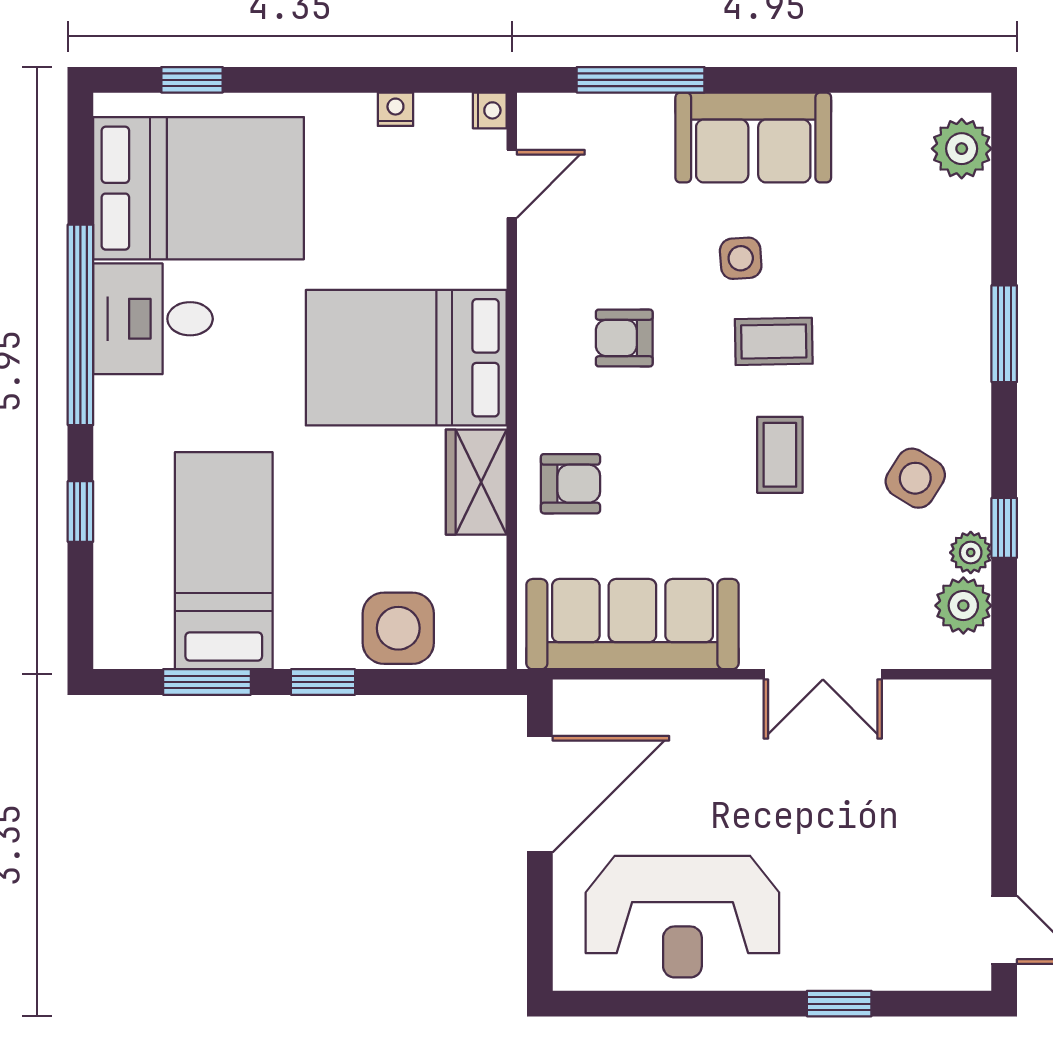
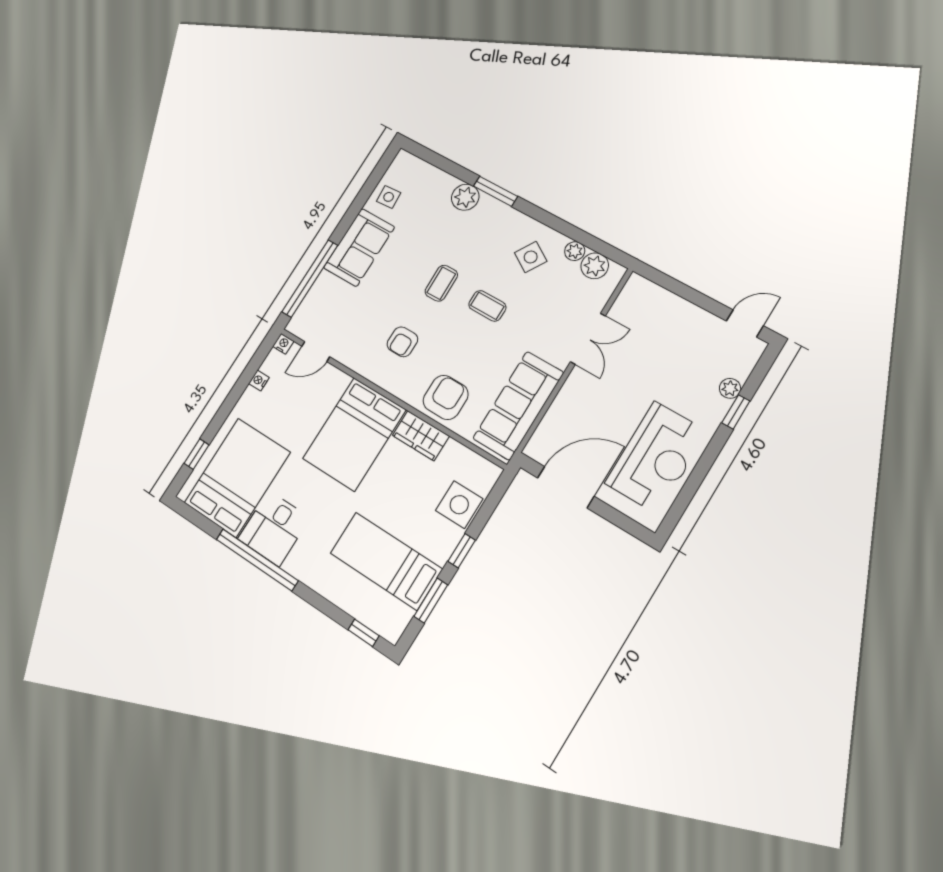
window: (641, 80) -> (310, 279), width x1.46
plant: (962, 149) -> (465, 197), moved
door: (512, 184) -> (316, 352), swing flipped
side table: (741, 258) -> (389, 197), moved
armchair: (570, 484) -> (446, 397), width x1.38, depth x1.38
window: (80, 511) -> (364, 633), moved
window: (1004, 528) -> (573, 232), removed
door: (540, 794) -> (566, 487), hinge flipped
plant: (875, 971) -> (730, 388), added

